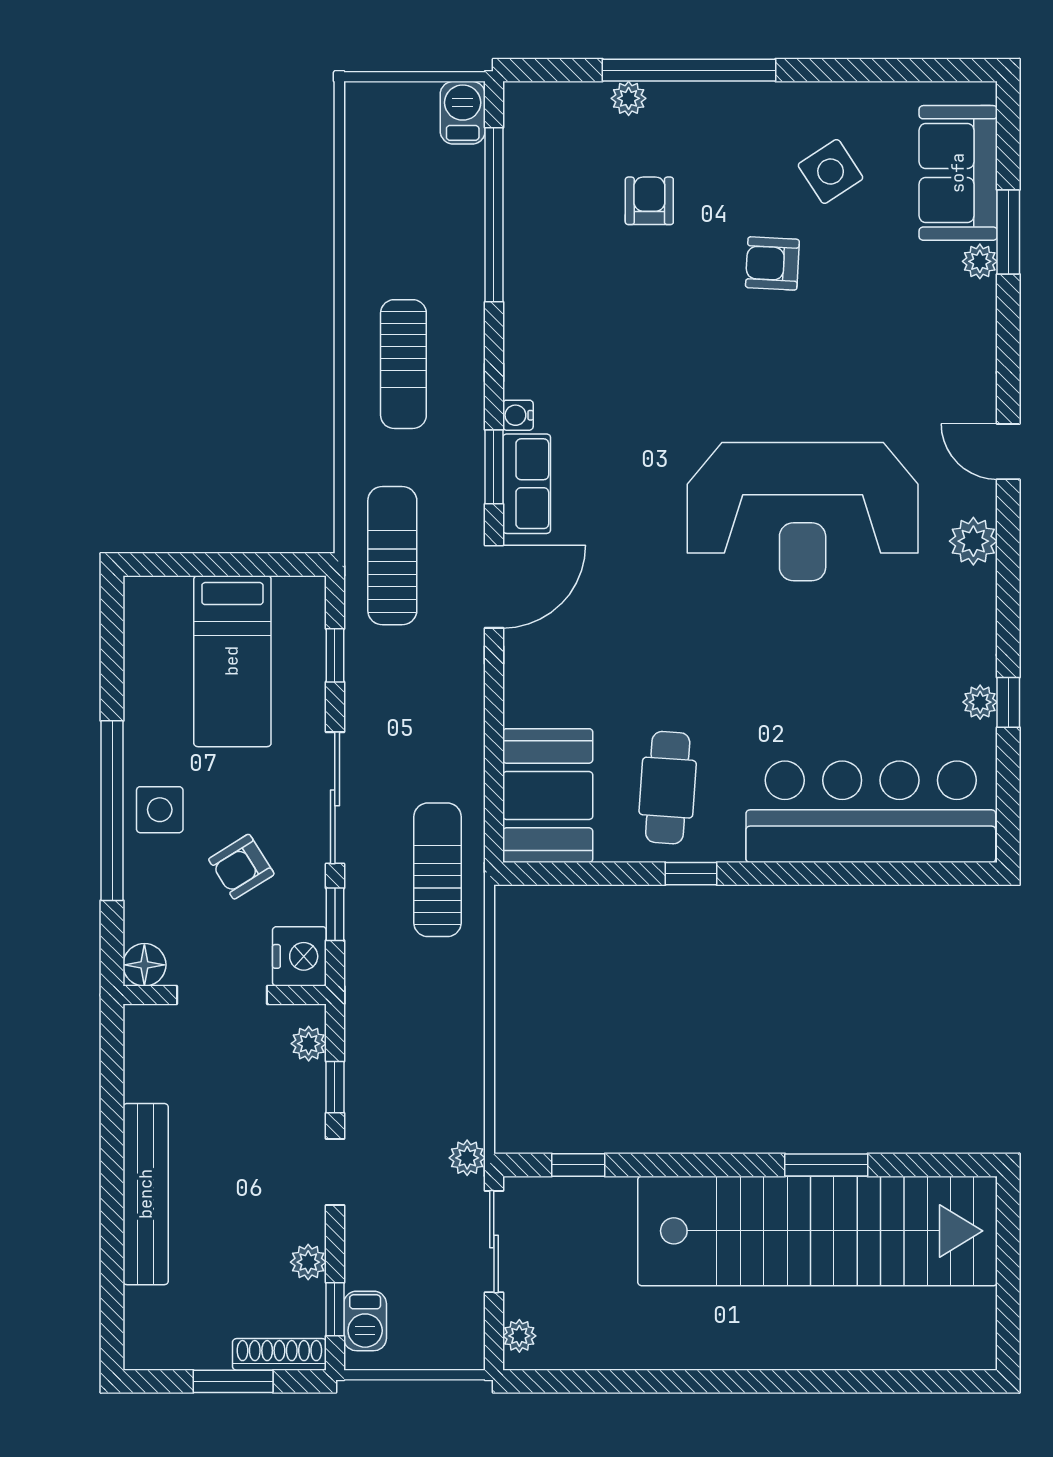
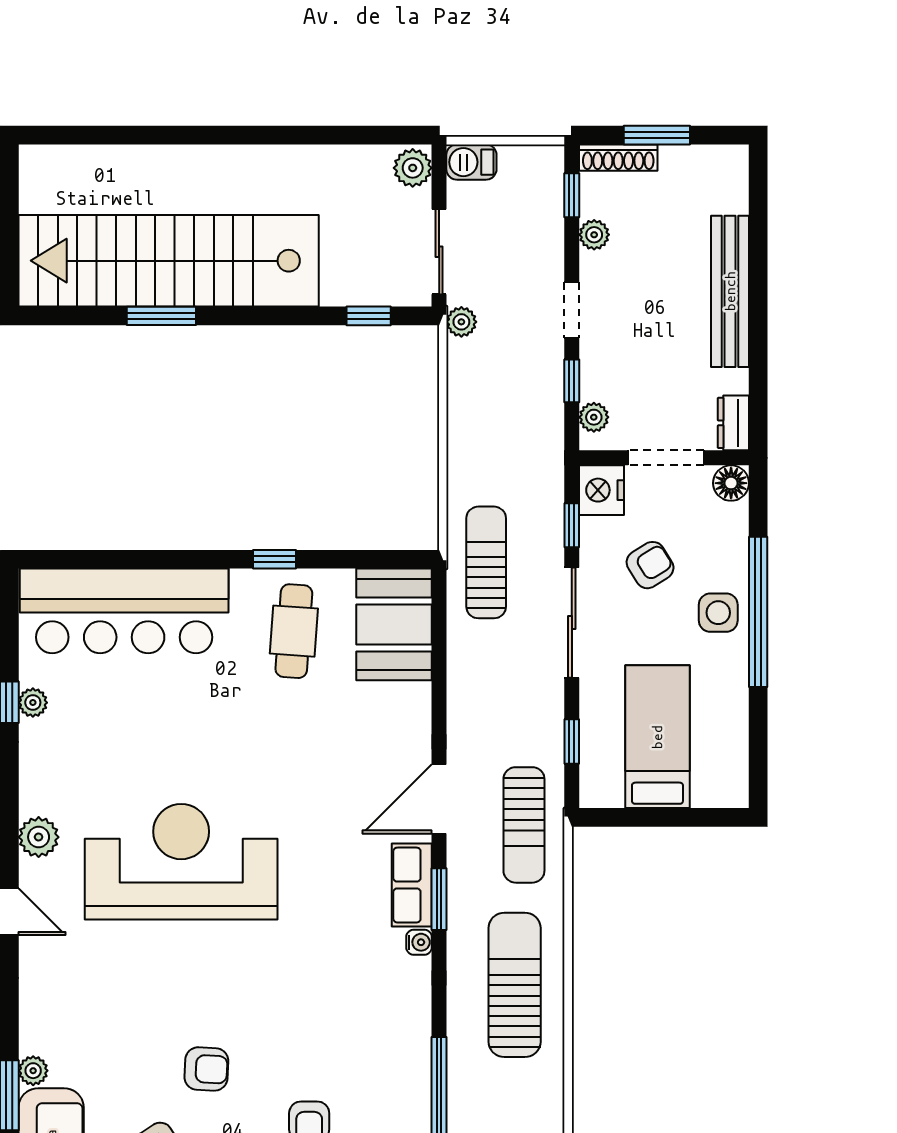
sun lounger: (403, 364) -> (515, 985), width x1.36, depth x1.34
sun lounger: (438, 870) -> (486, 562), turned 180
dresser: (142, 1037) -> (733, 423), added
barbecue: (365, 1321) -> (471, 162), moved, turned -90
plant: (519, 1336) -> (413, 168), width x1.38, depth x1.38

